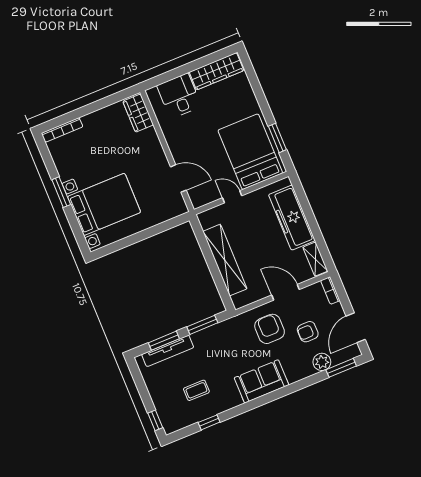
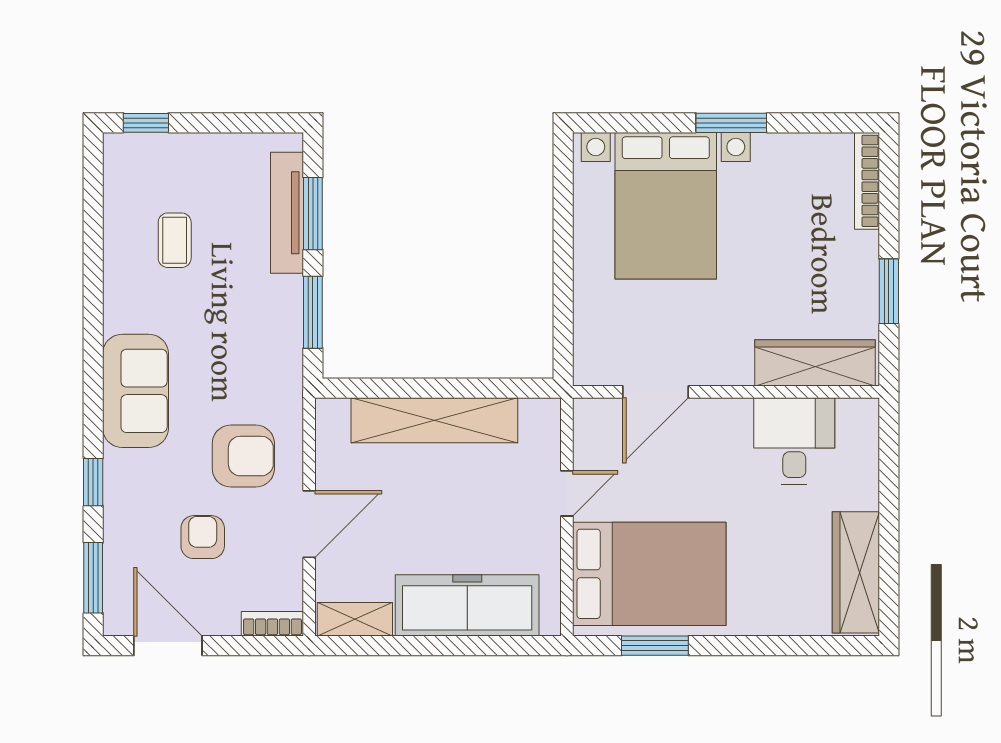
desk: (179, 96) -> (794, 441), moved, turned -90
window: (102, 104) -> (889, 291), added
wardrobe: (138, 113) -> (815, 363), width x1.50
plant: (322, 362) -> (123, 541), removed
window: (209, 422) -> (93, 482), moved

